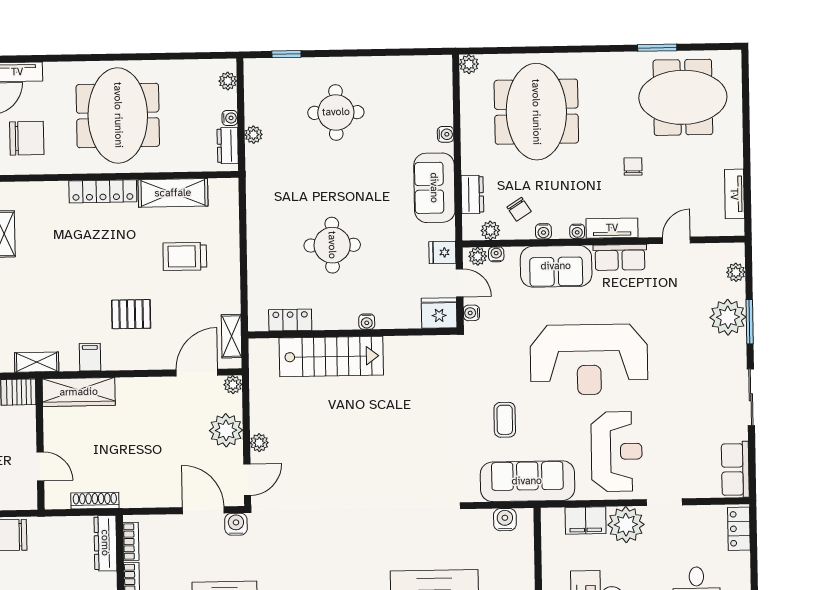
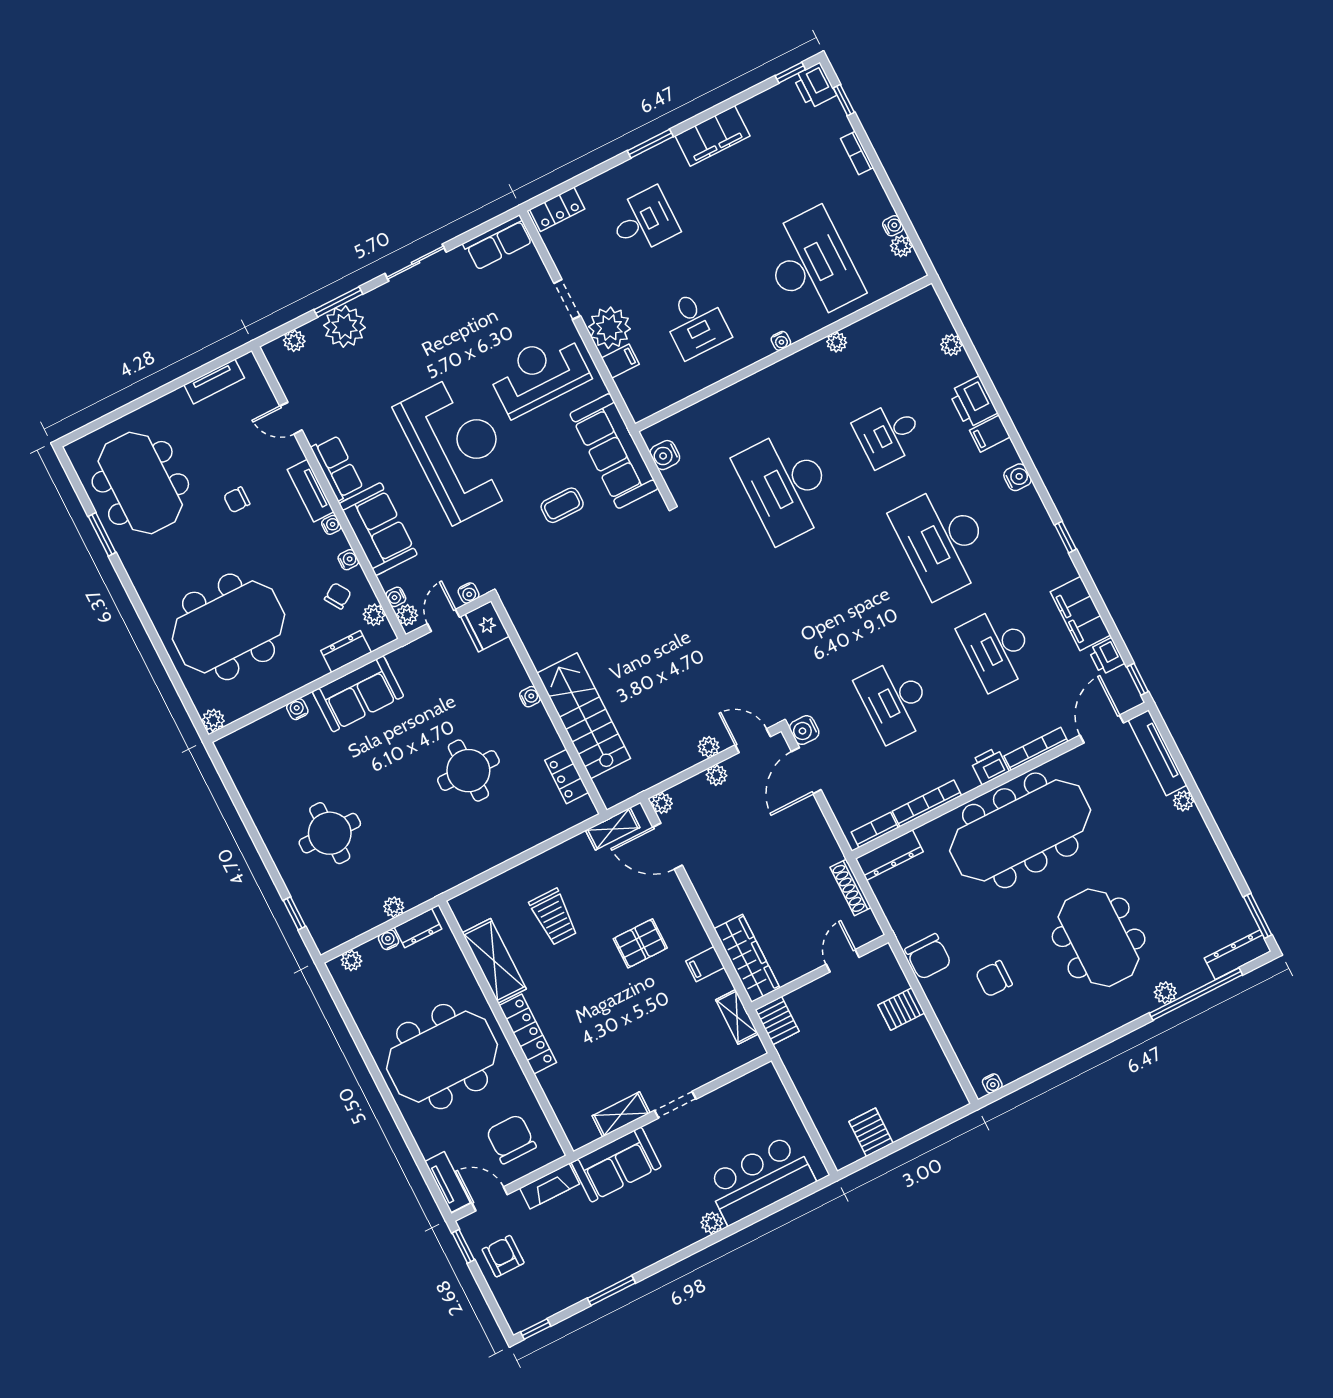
fridge: (442, 252) -> (421, 653), removed
pallet: (131, 314) -> (640, 943), turned 90
plant: (226, 430) -> (717, 775), width x0.53, depth x0.53
filing cabinet: (586, 520) -> (620, 361), width x0.50

